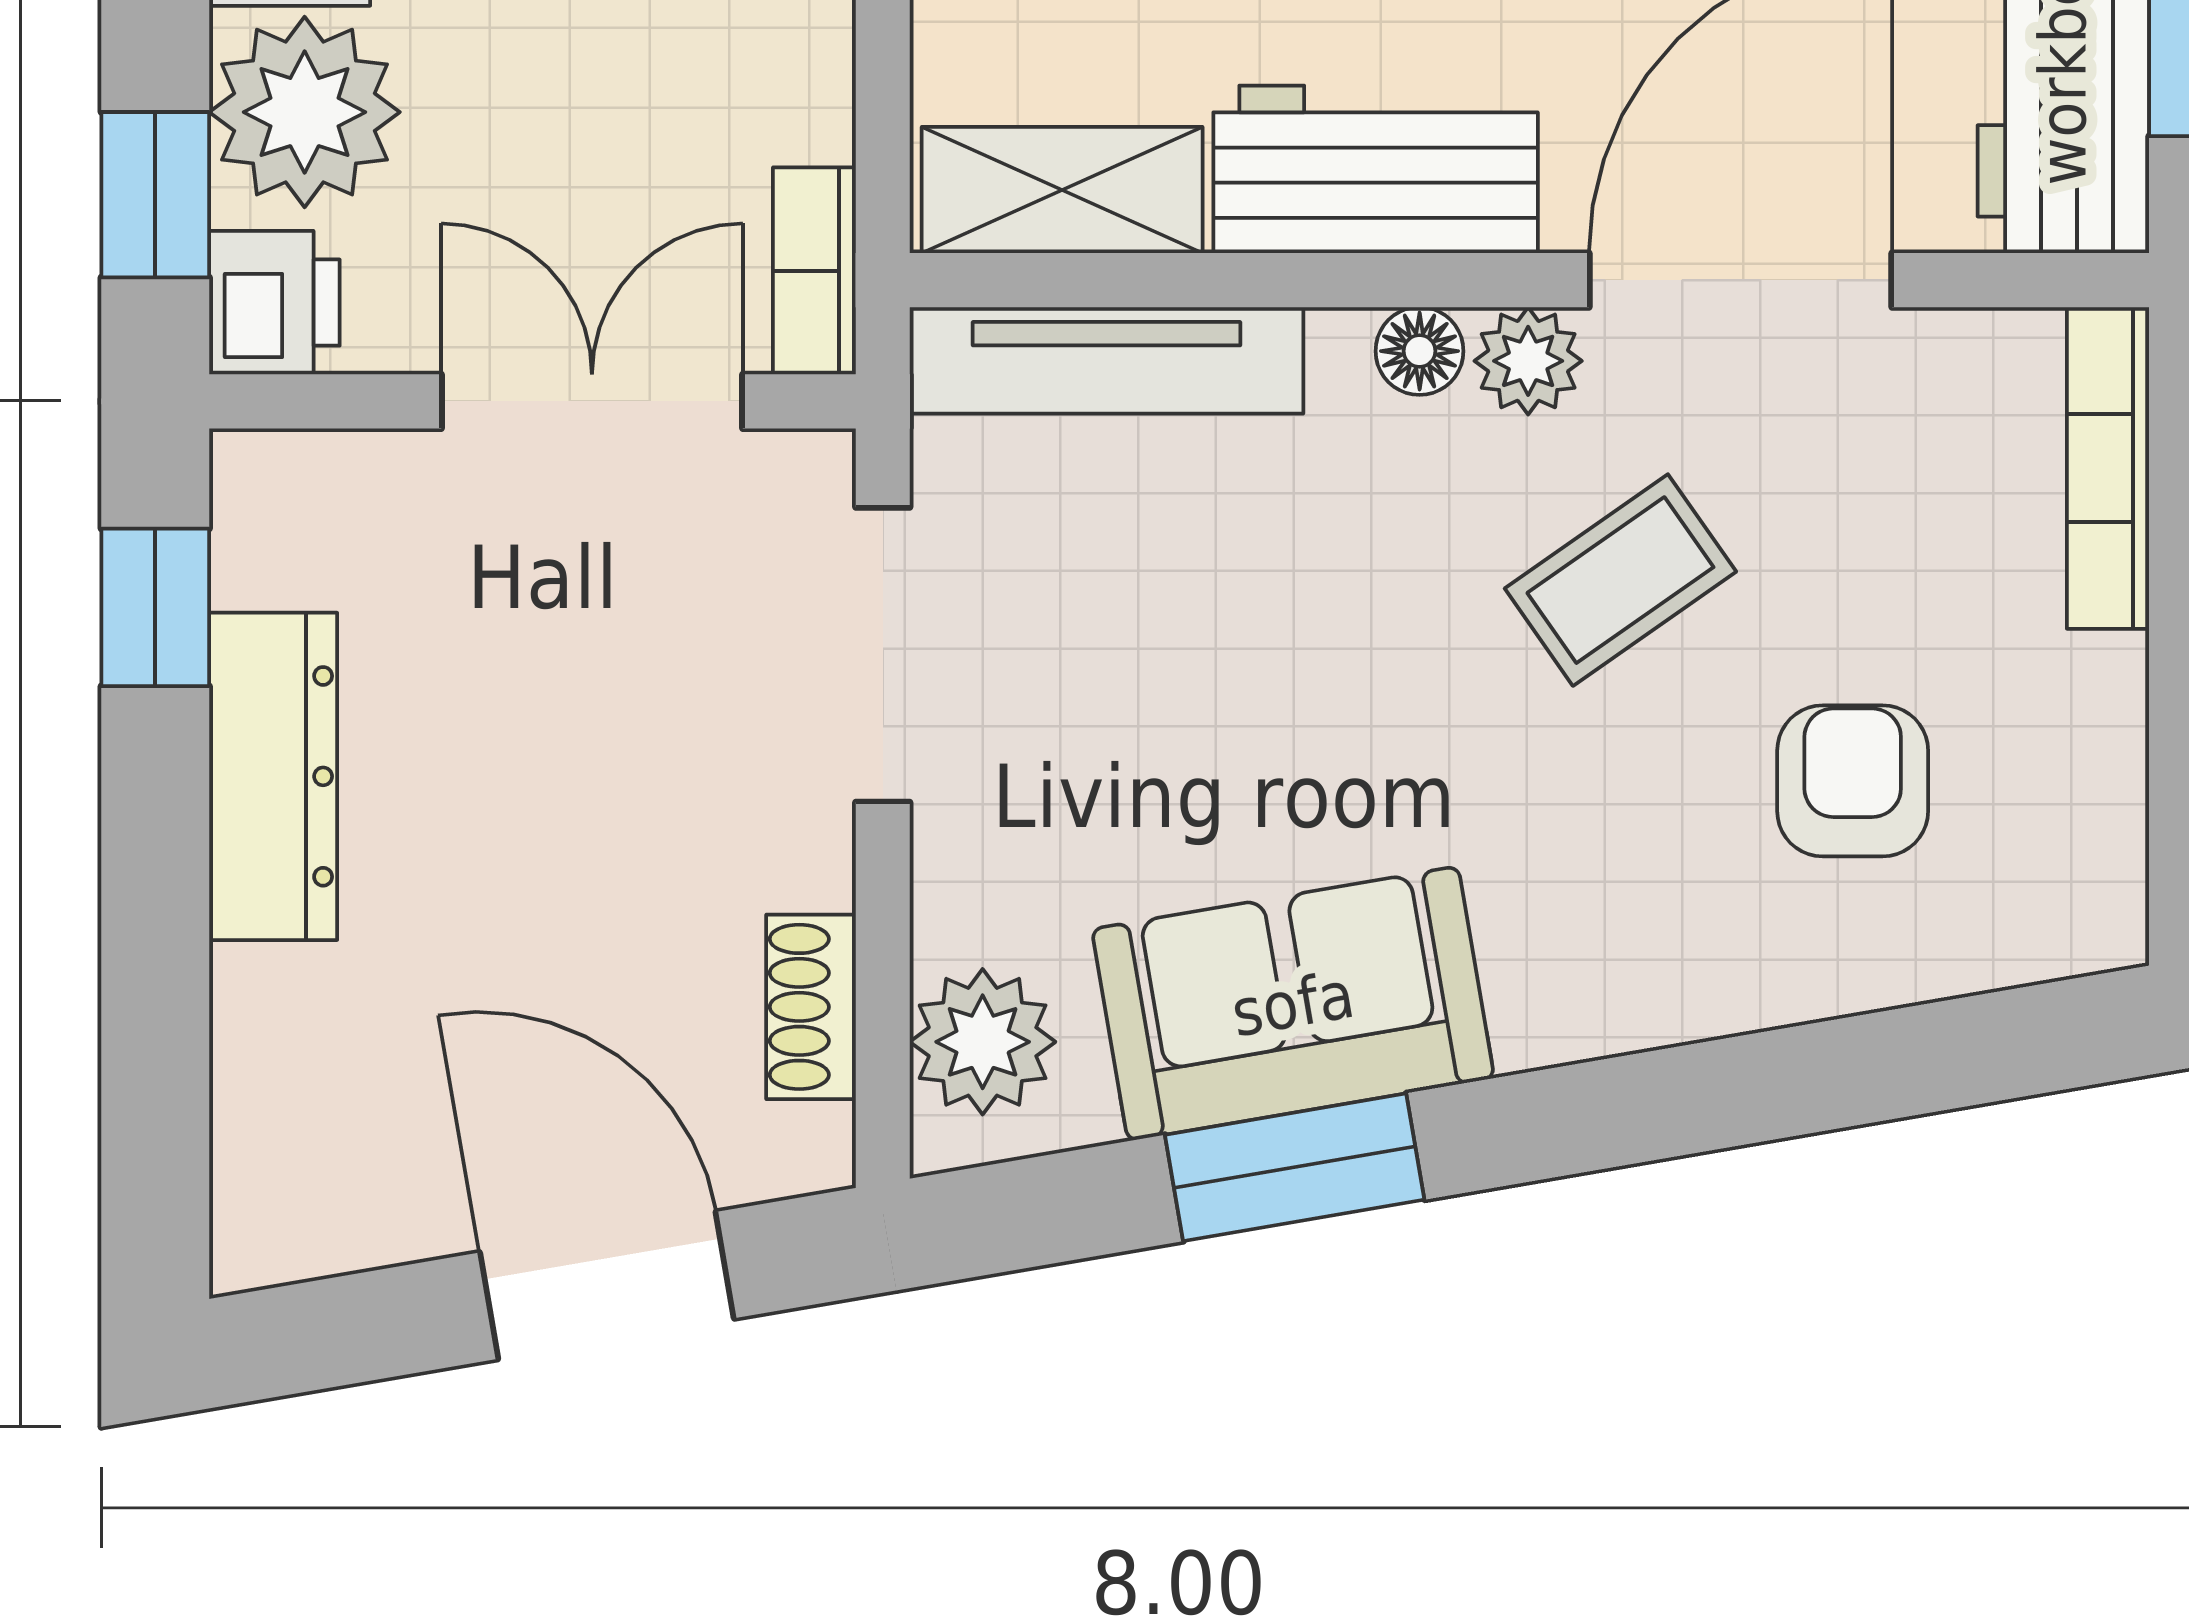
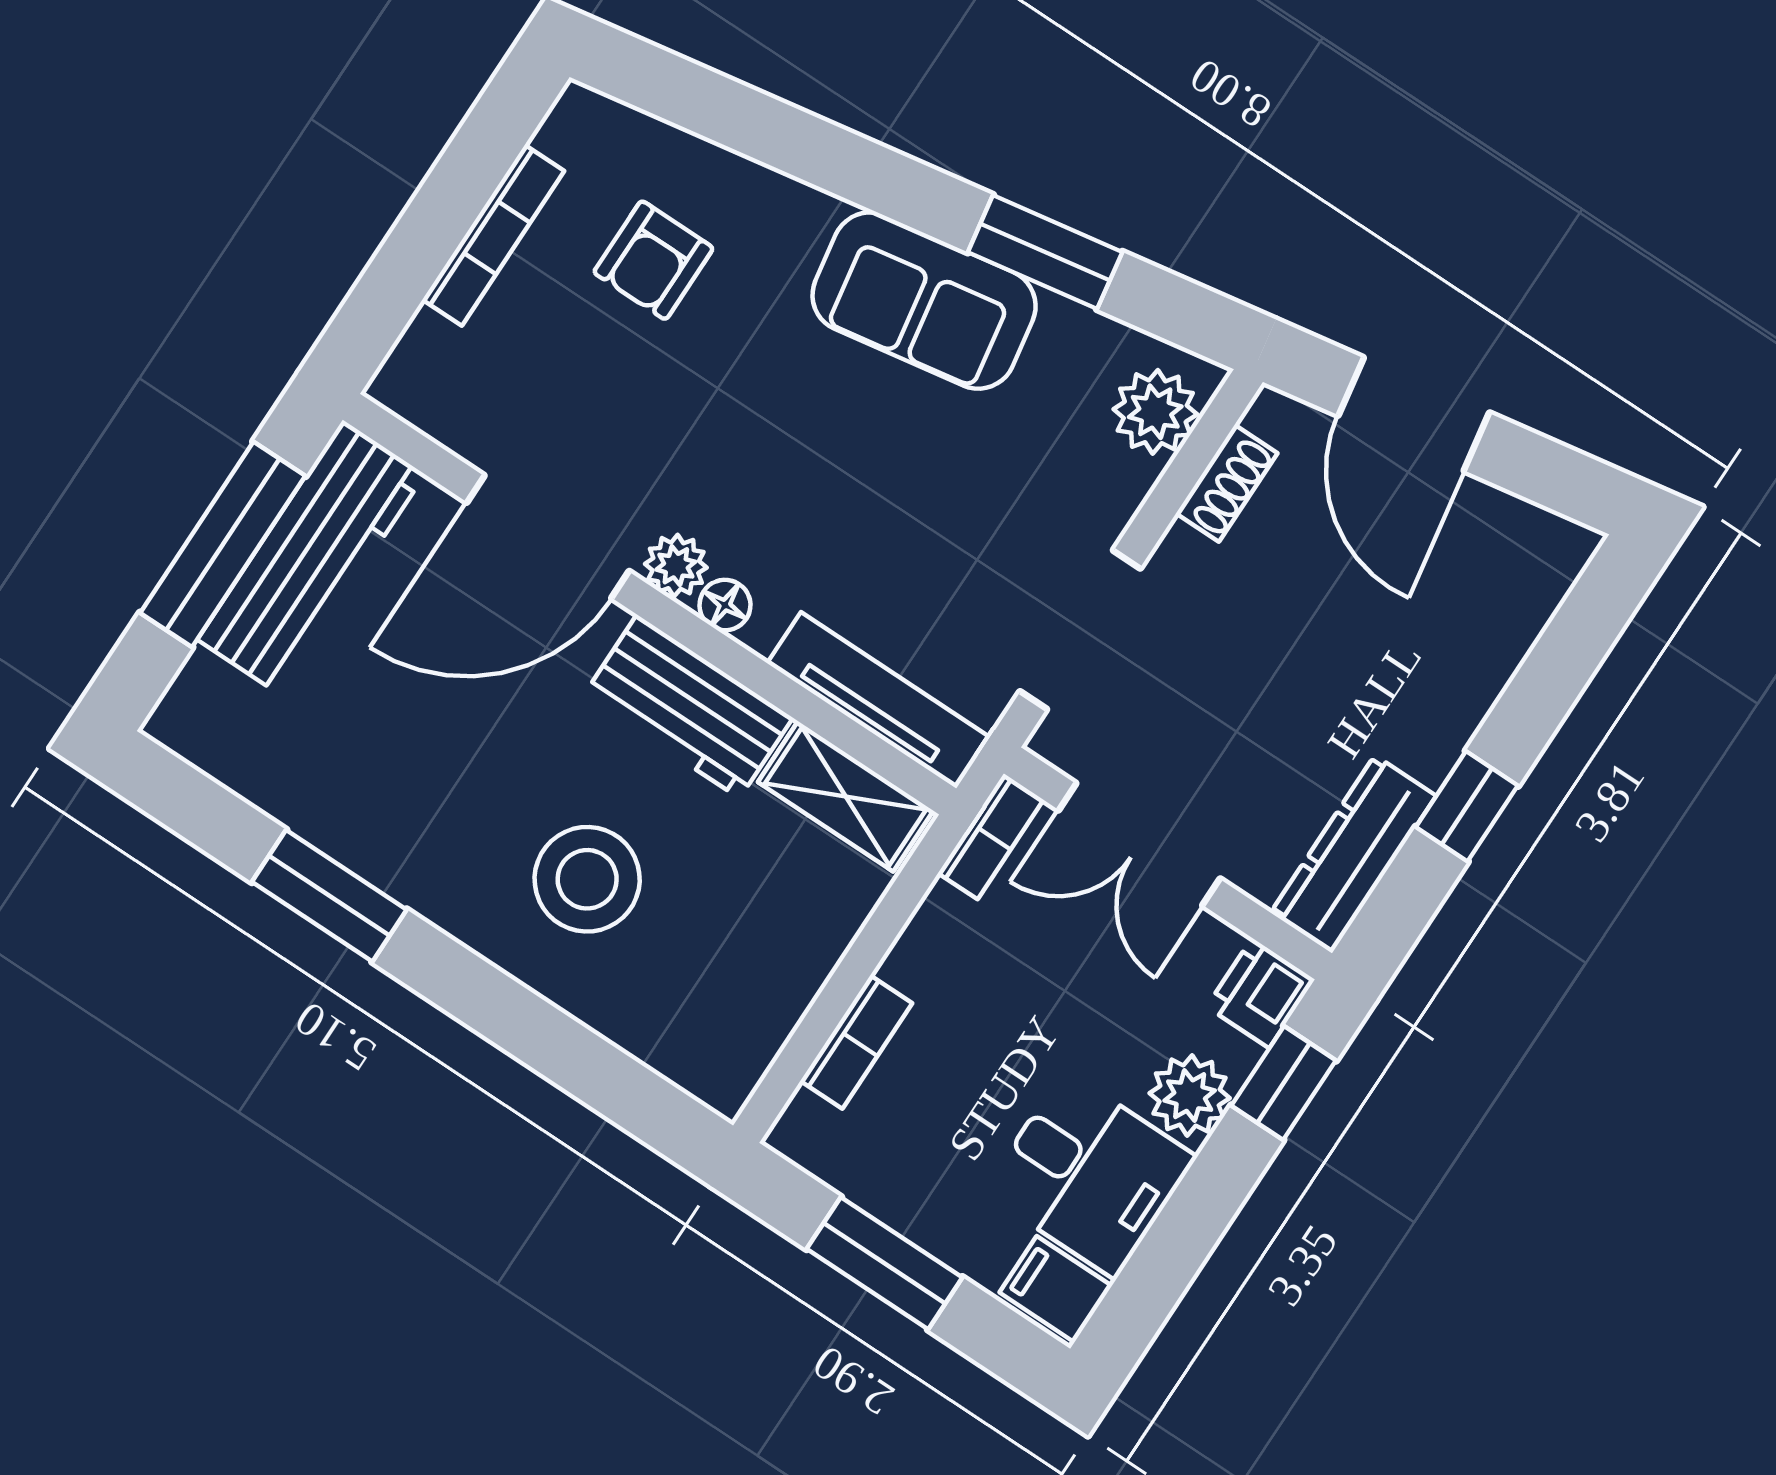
plant: (305, 112) -> (1190, 1096), width x0.73, depth x0.73
bookcase: (2108, 468) -> (493, 235), moved
coffee table: (1620, 580) -> (701, 431), removed
window: (155, 607) -> (1467, 806), moved
dresser: (273, 776) -> (1353, 854), moved
sofa: (1293, 1004) -> (924, 301), moved

